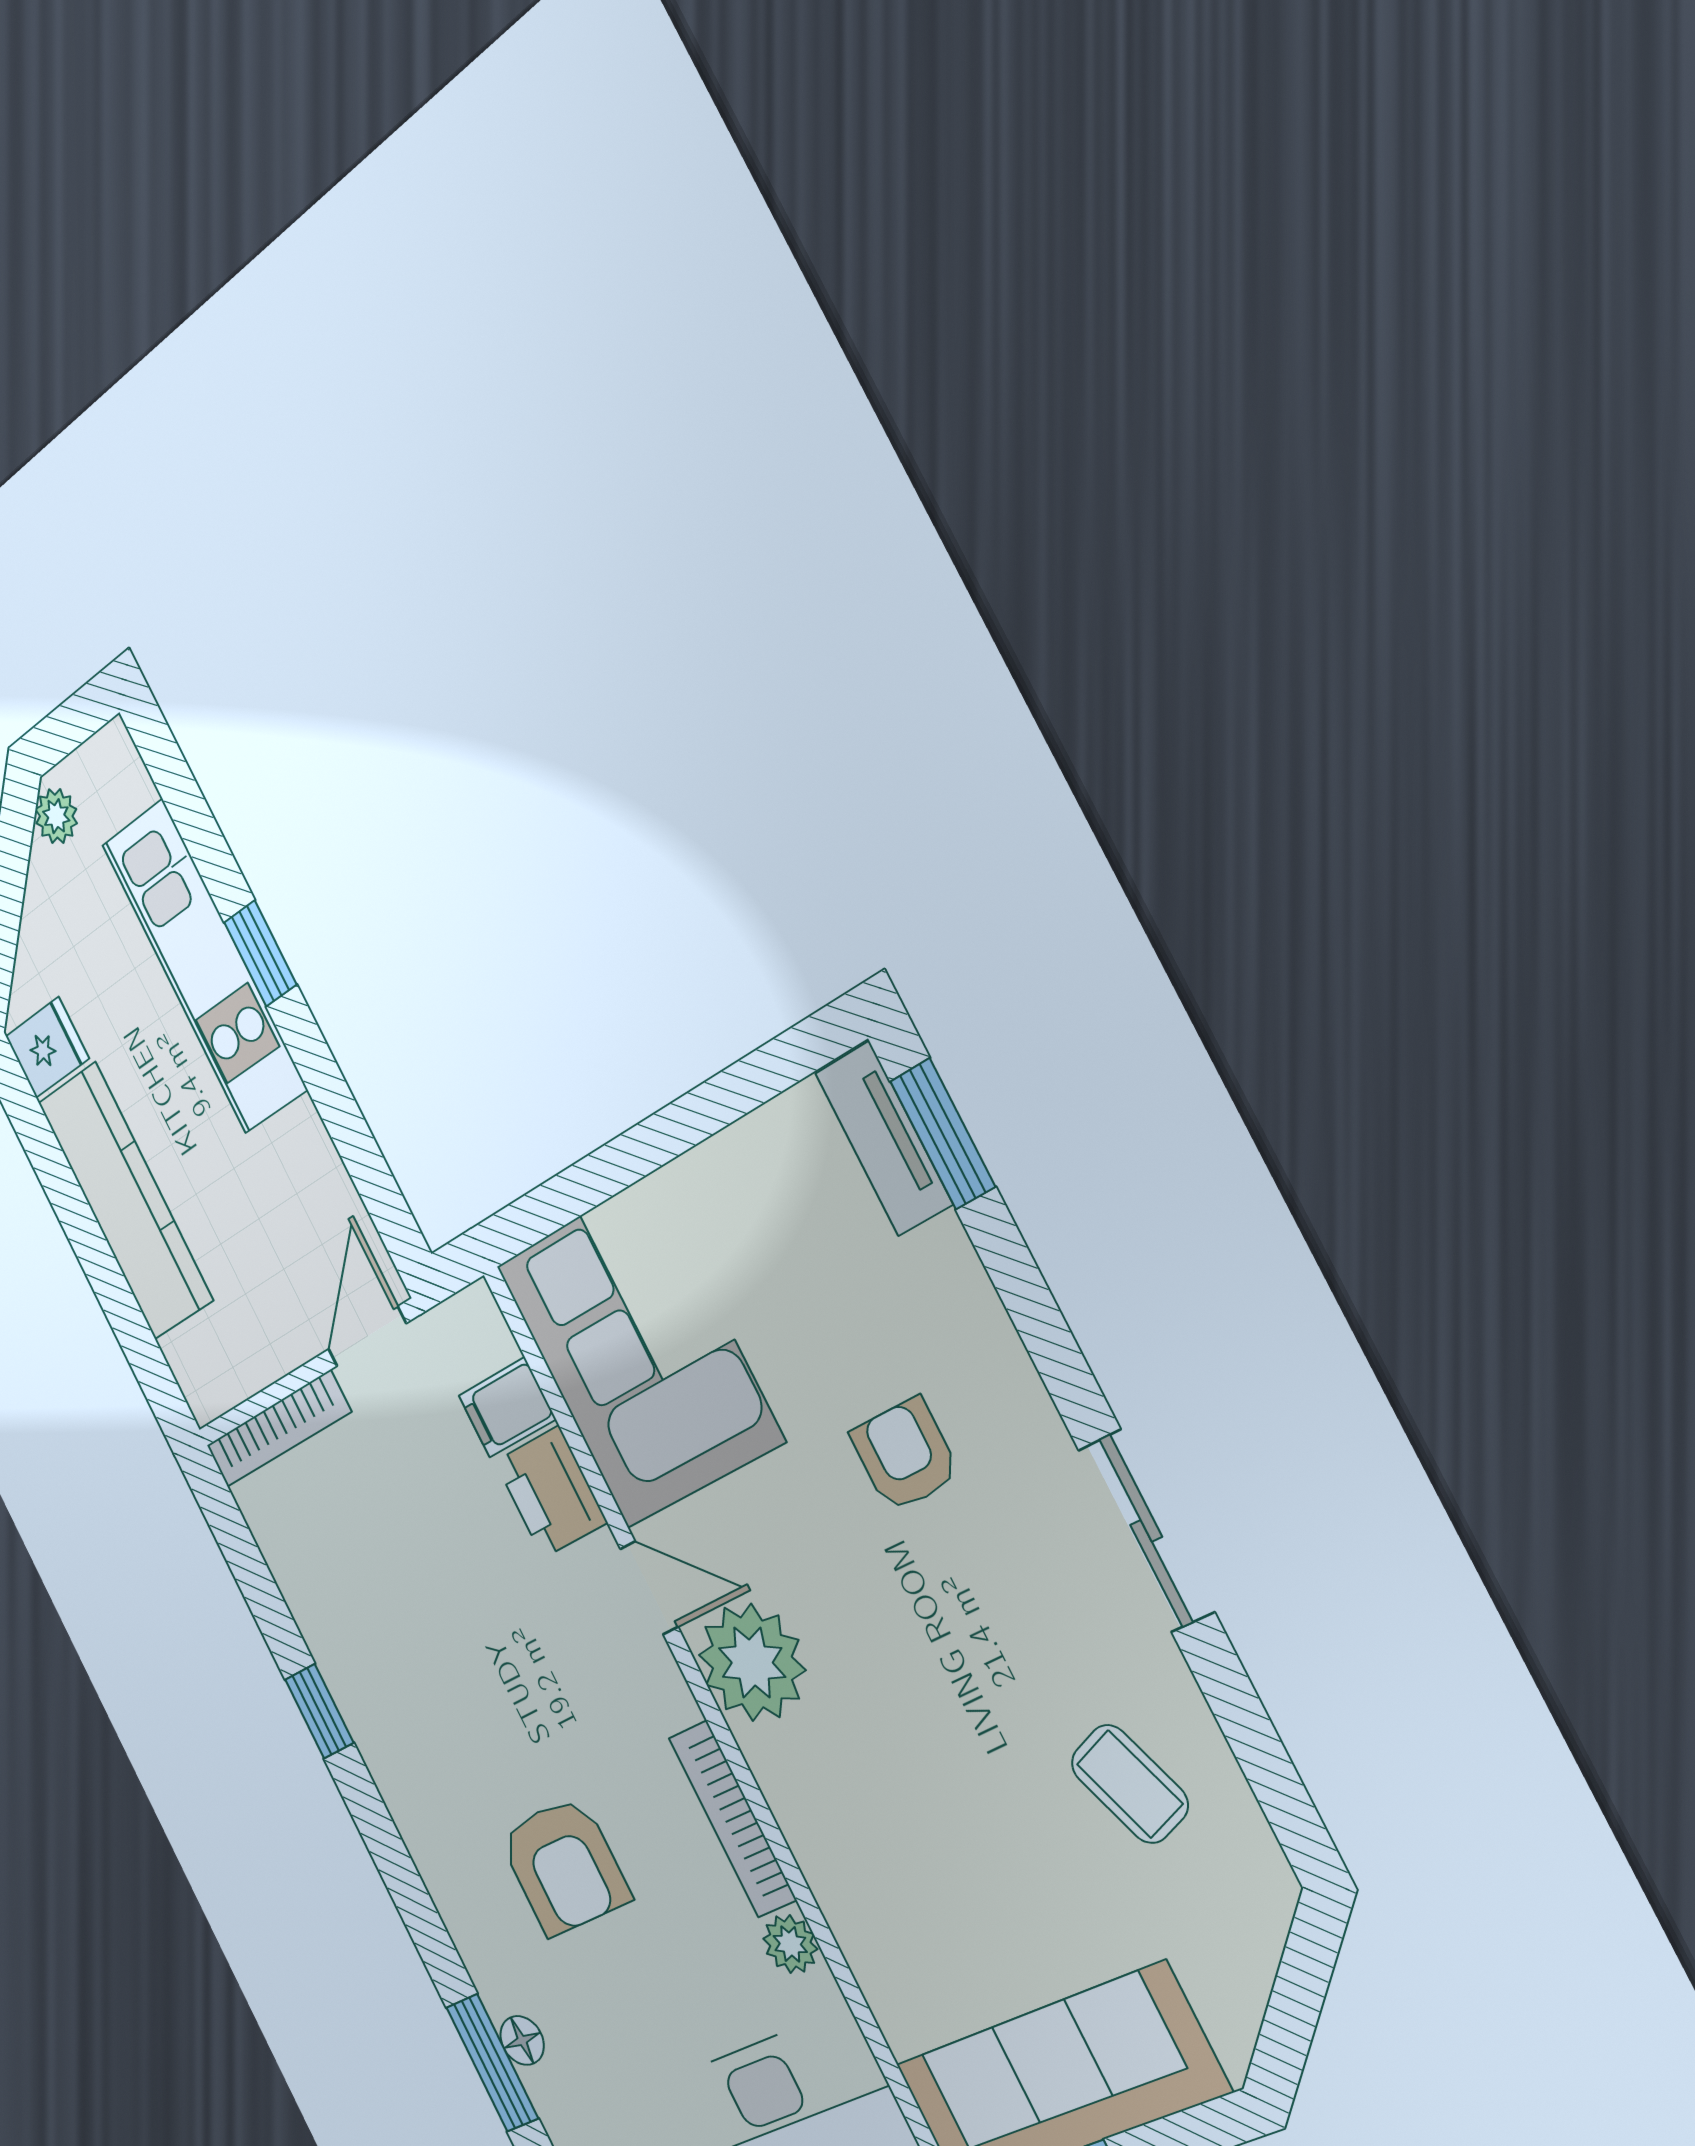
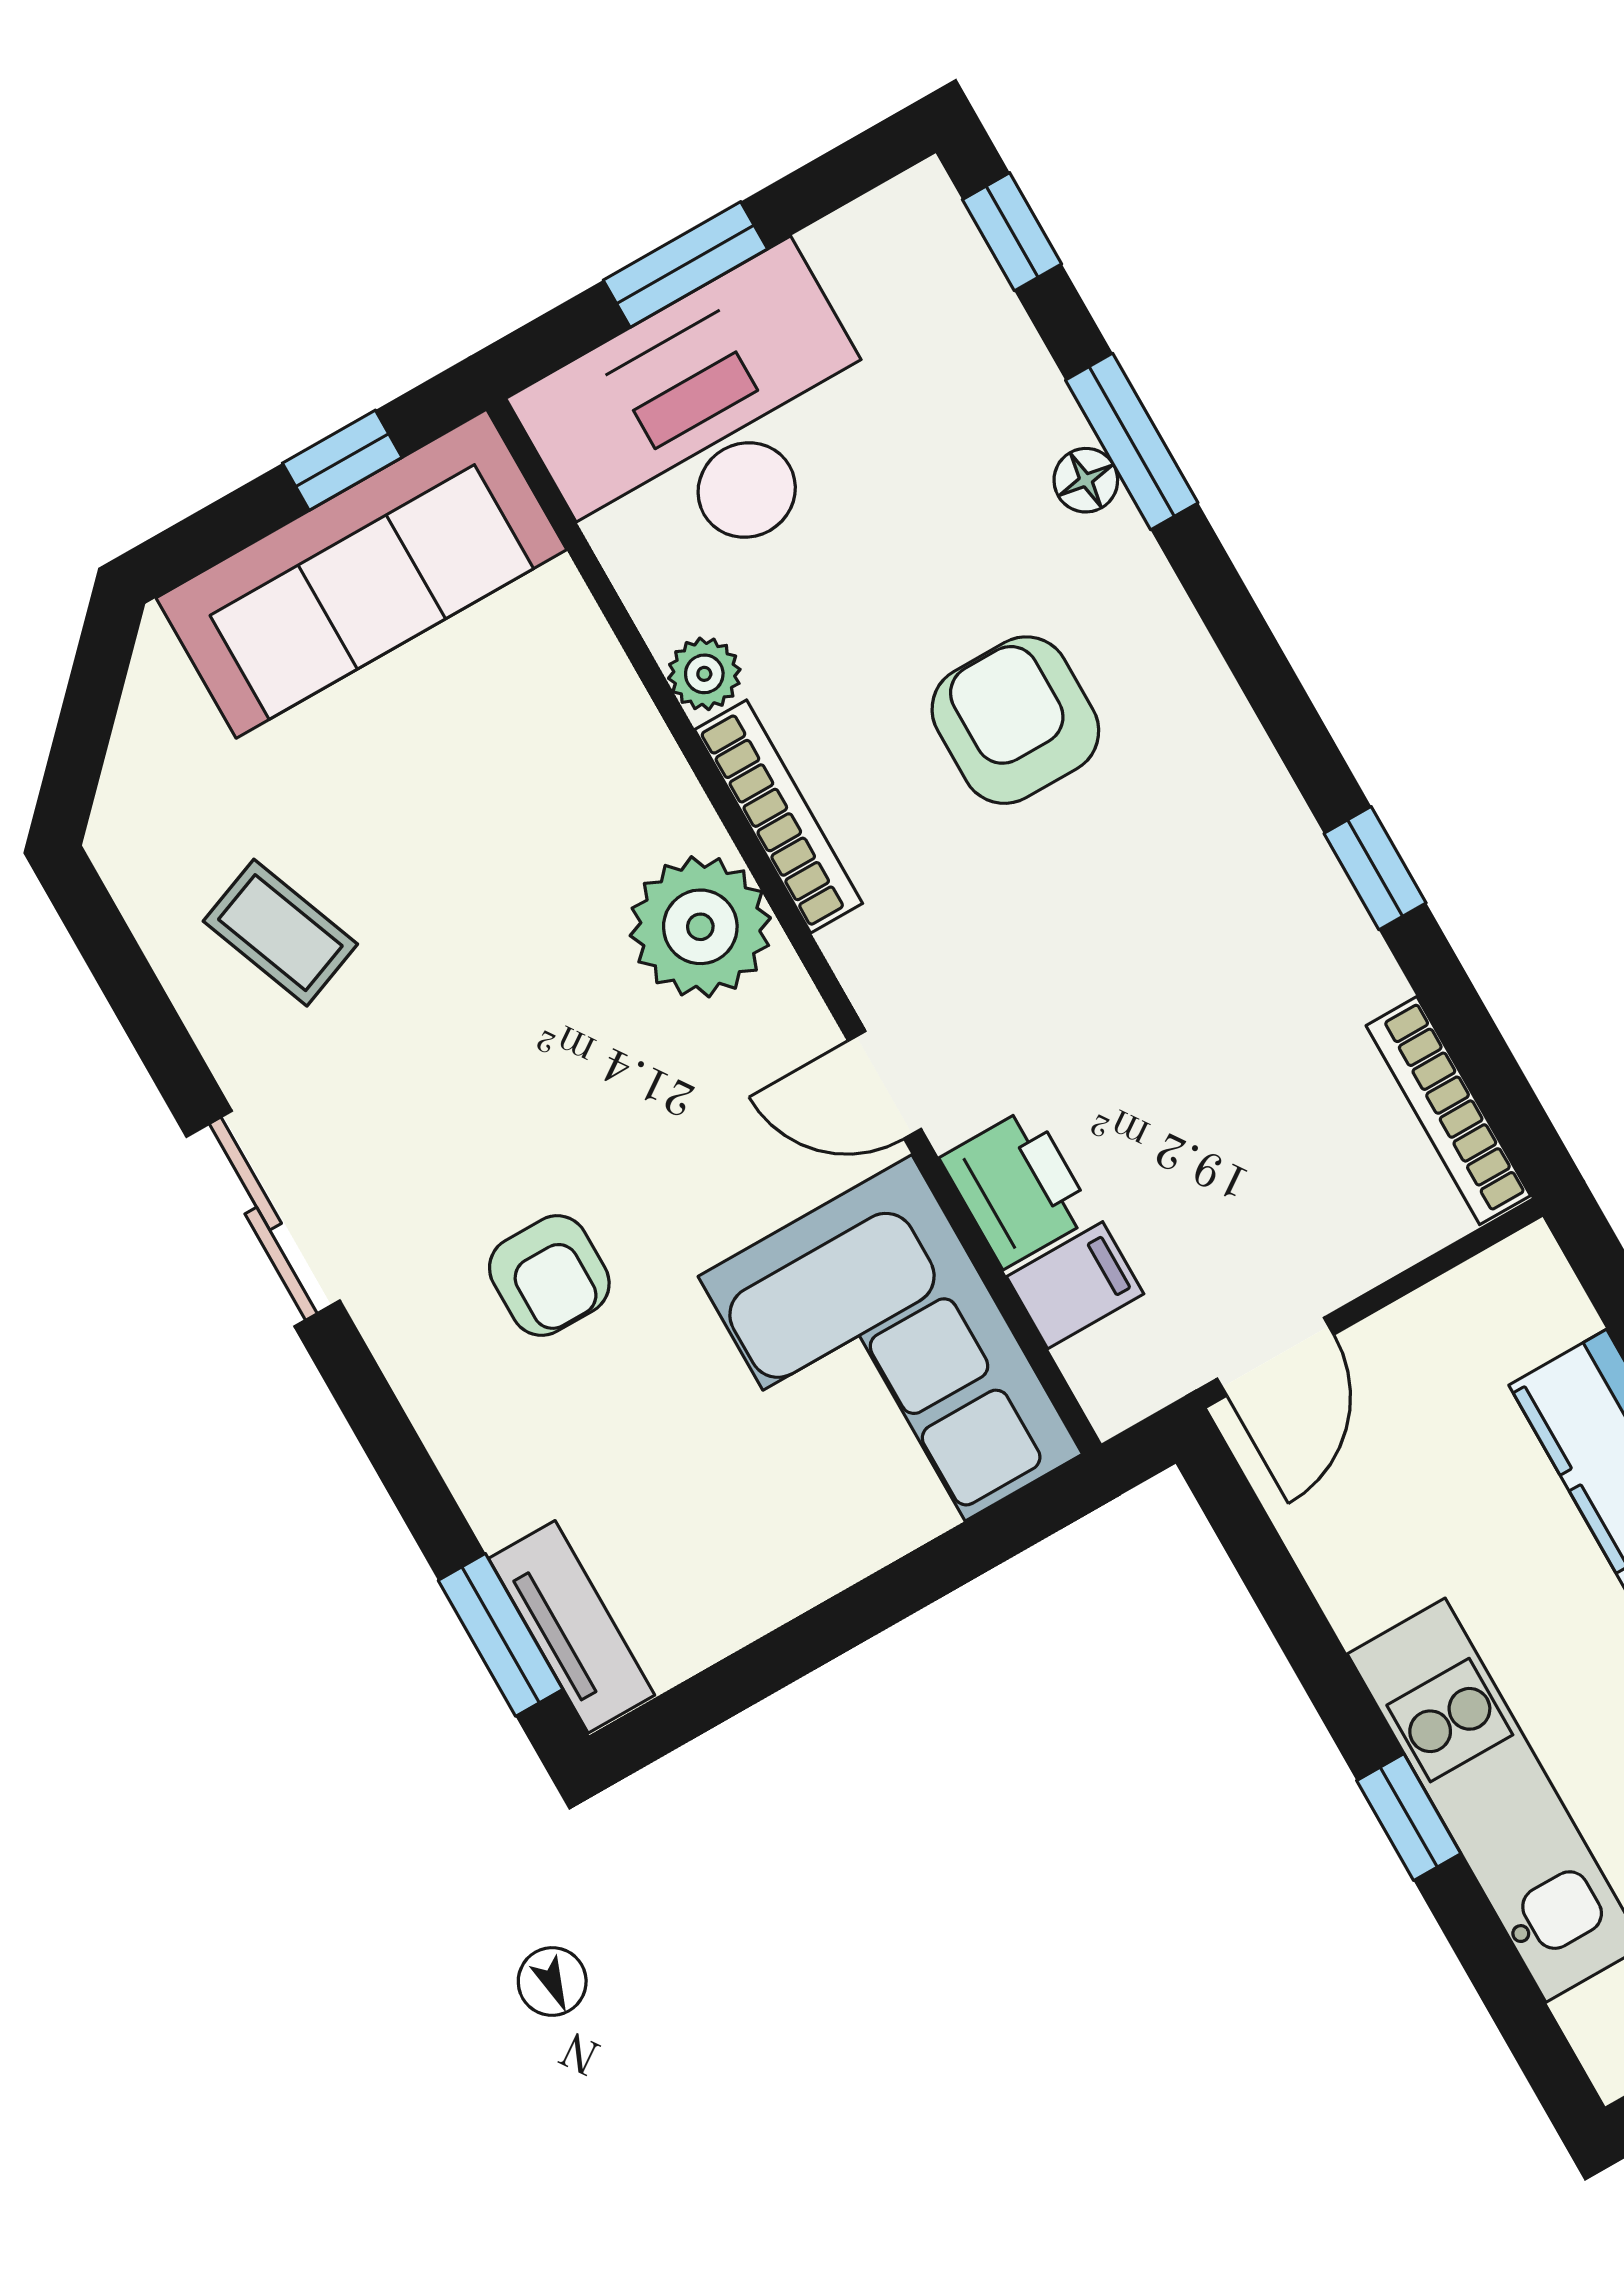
bookcase: (278, 1429) -> (1448, 1111), moved, turned -90
plant: (752, 1663) -> (700, 927), moved

